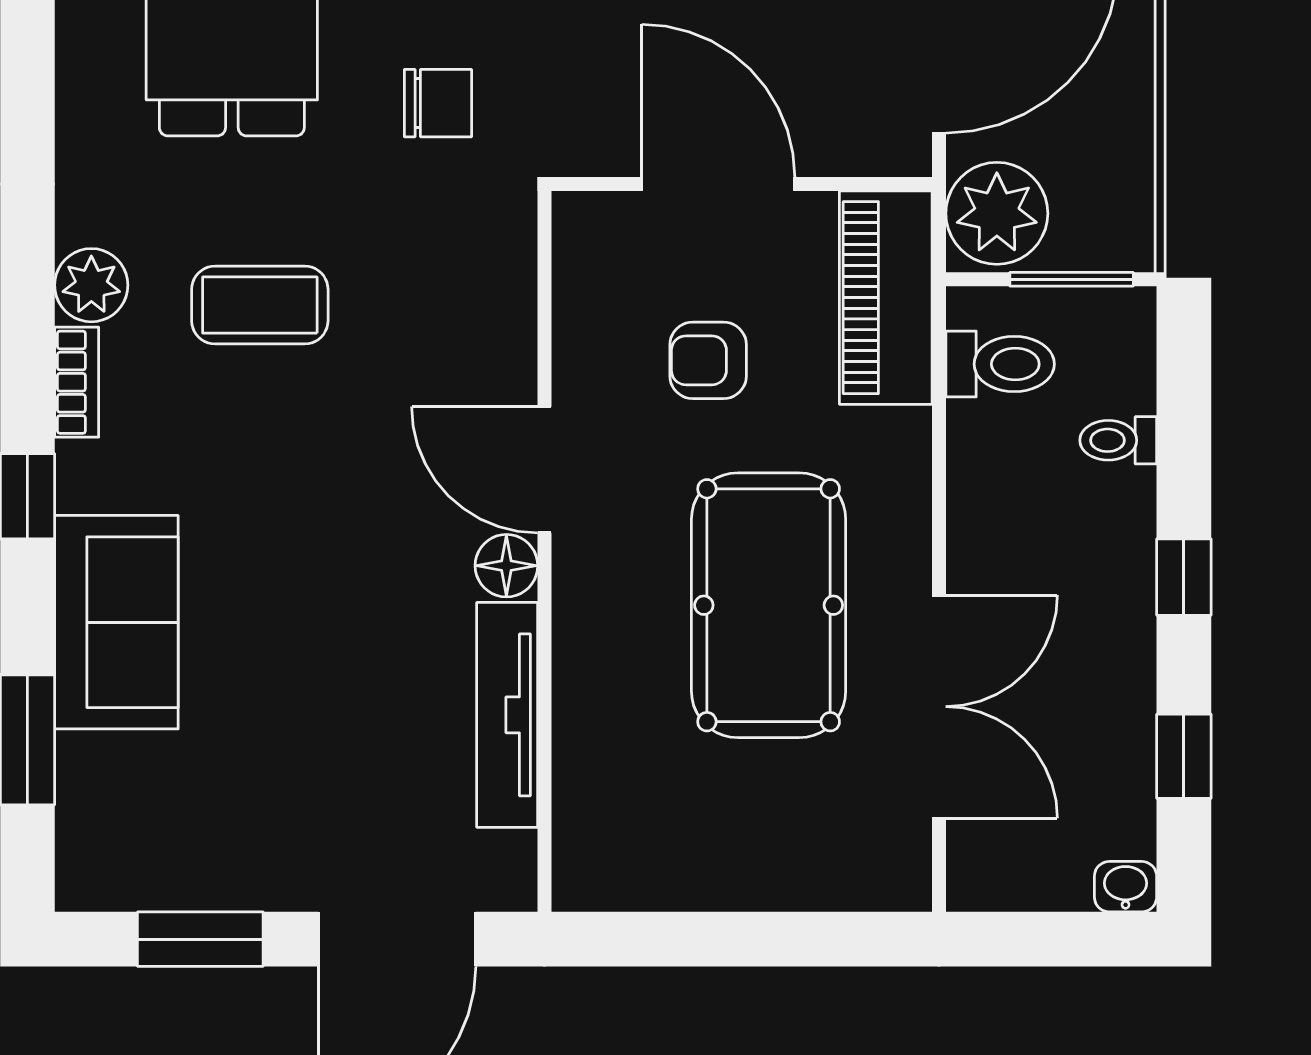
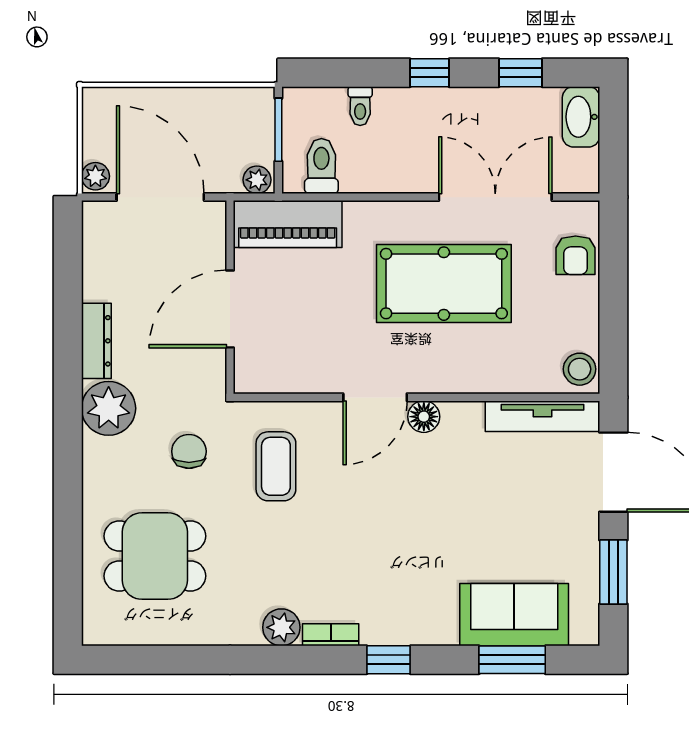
plant: (997, 213) -> (257, 180), width x0.53, depth x0.53
coffee table: (260, 305) -> (276, 466), moved
armchair: (708, 360) -> (576, 255), moved
sofa: (116, 622) -> (514, 615), moved
tv unit: (507, 715) -> (542, 416), moved
stool: (600, 873) -> (580, 369), added
washbasin: (1126, 887) -> (581, 117), width x1.91, depth x1.45

